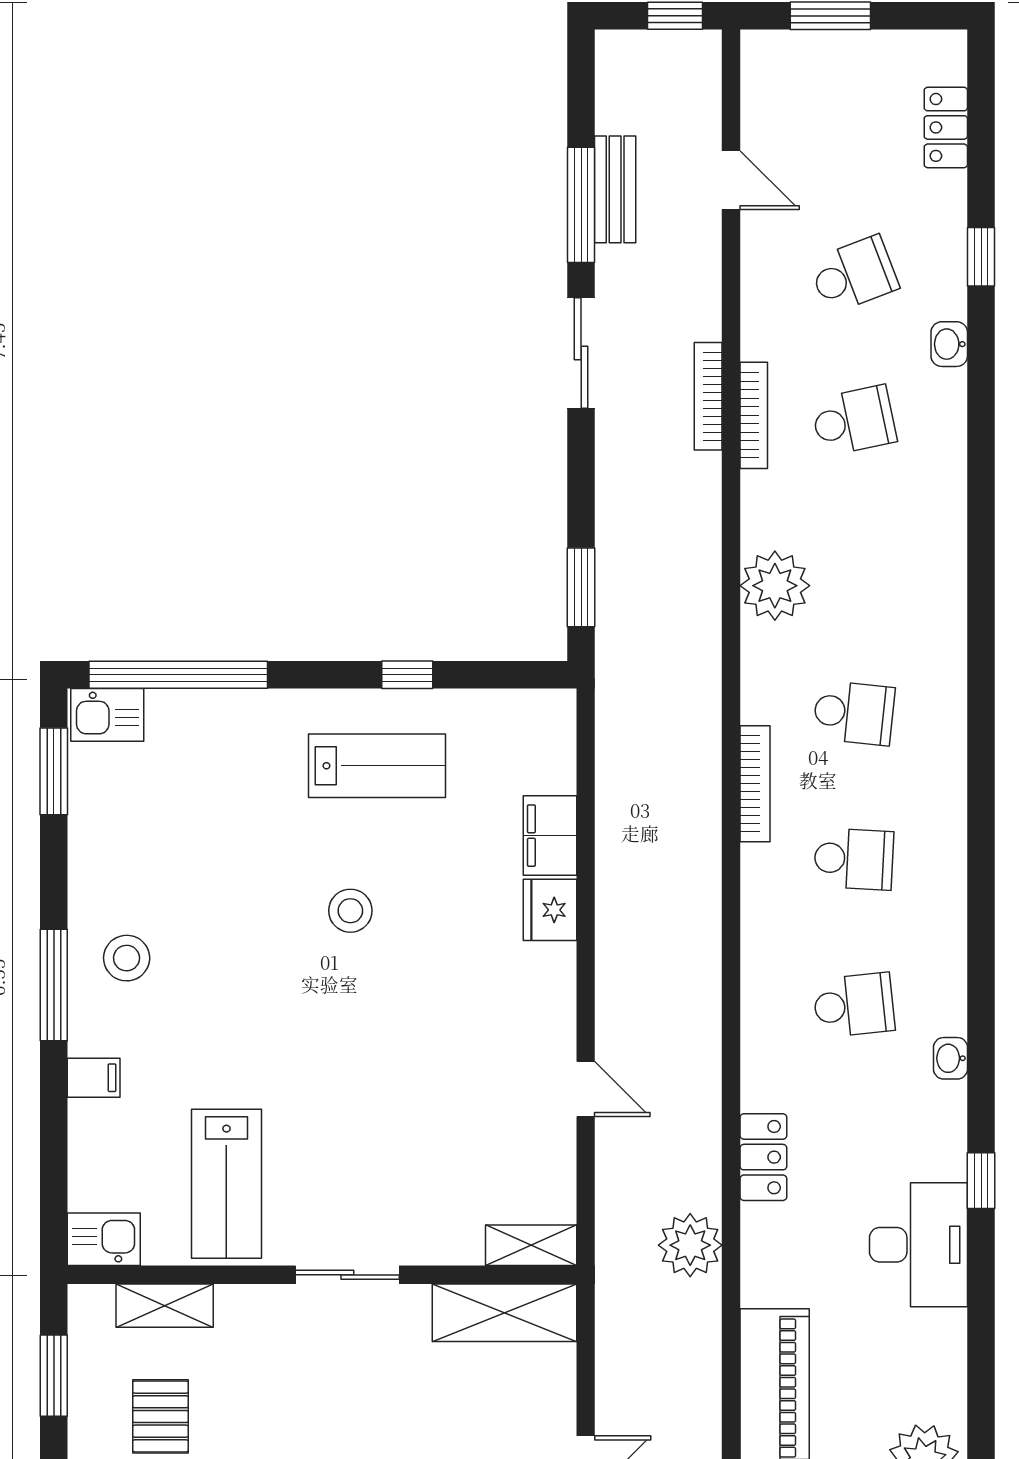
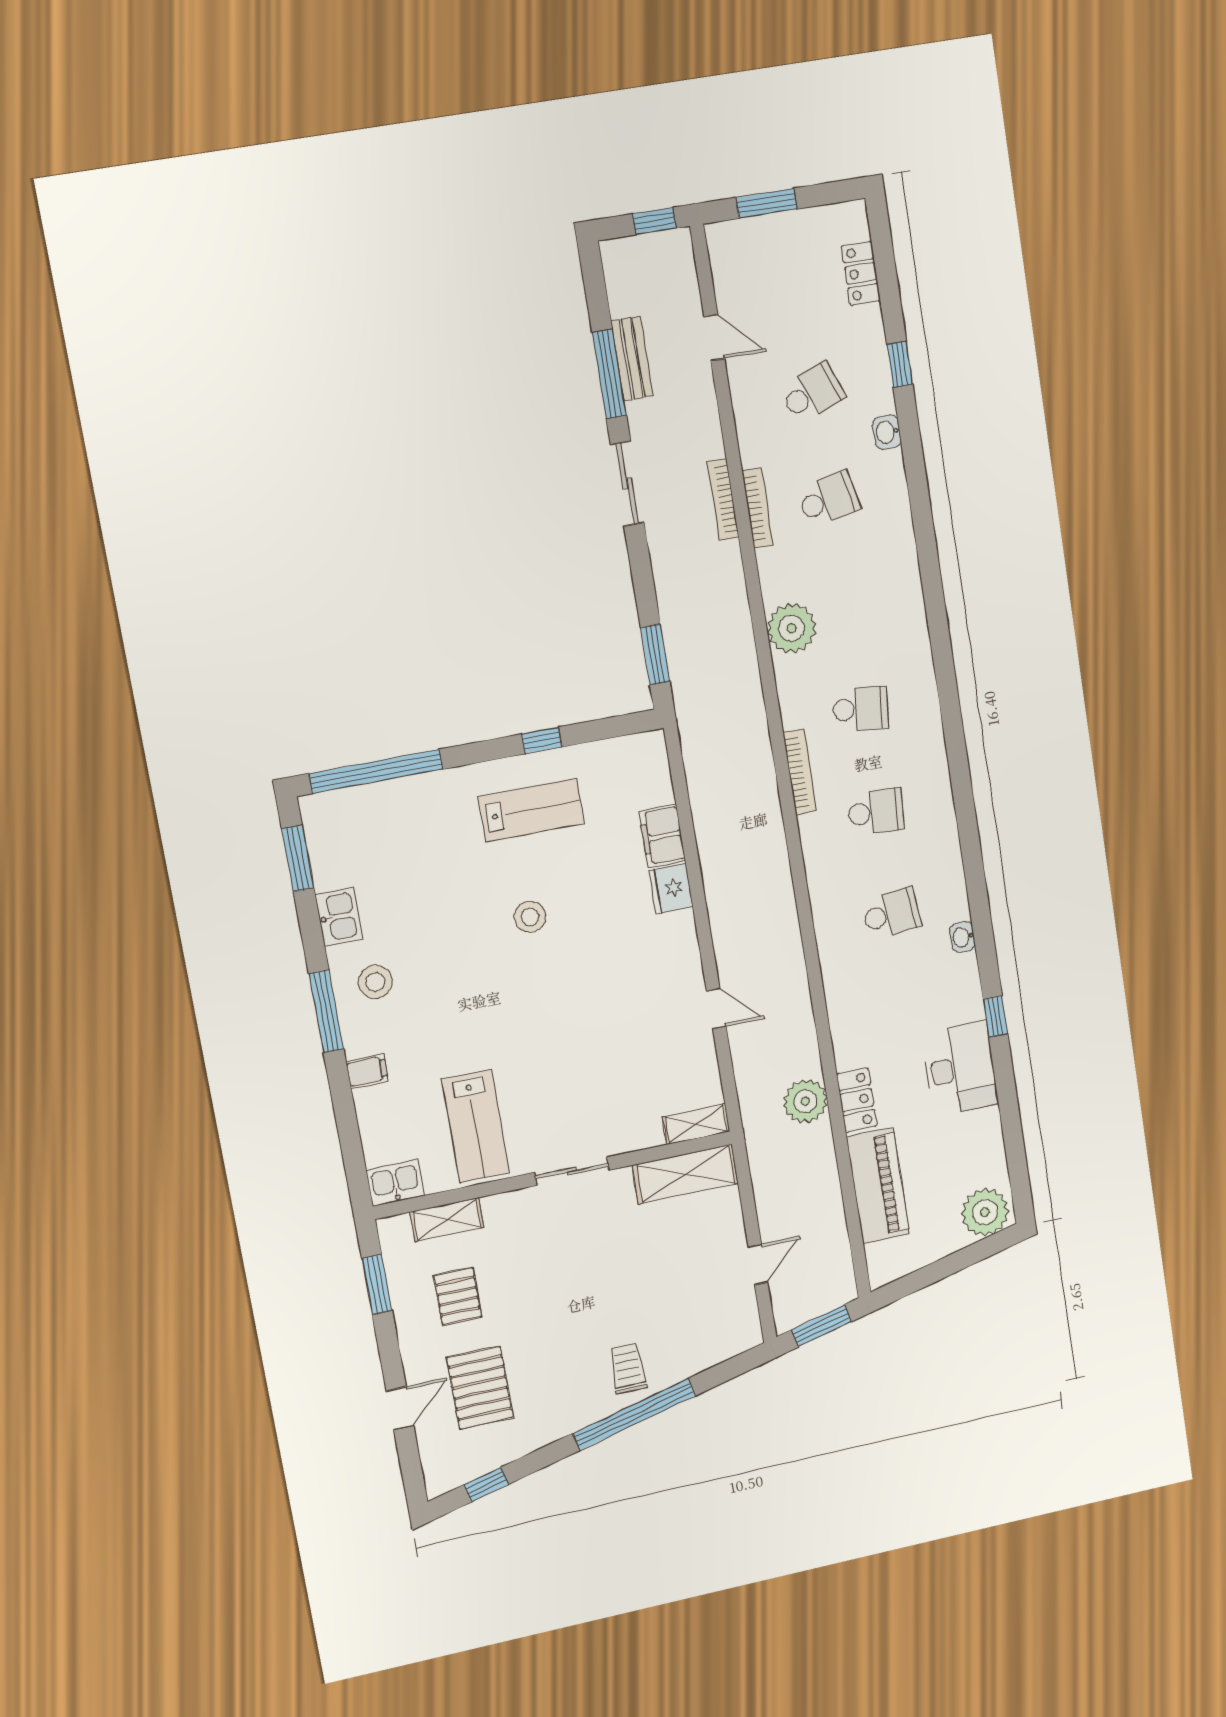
kitchen sink: (107, 715) -> (339, 917), moved, turned -90
locker: (763, 1157) -> (857, 1100), moved

